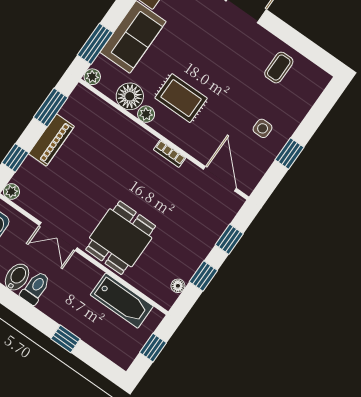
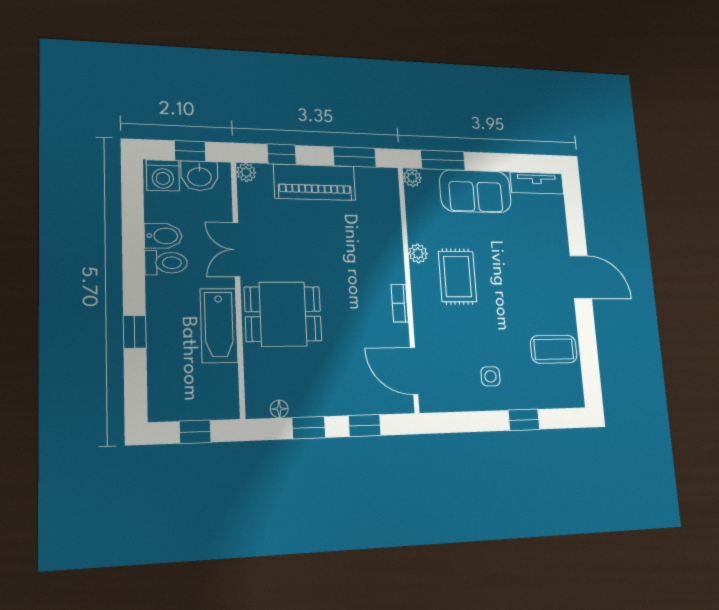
coffee table: (279, 68) -> (554, 349), width x1.36, depth x1.30
floor lamp: (130, 96) -> (422, 226), removed
piano: (51, 140) -> (315, 182), width x1.37, depth x1.33
window: (290, 154) -> (524, 420), moved
door: (220, 179) -> (414, 371), swing flipped
bathtub: (122, 301) -> (219, 326), moved

